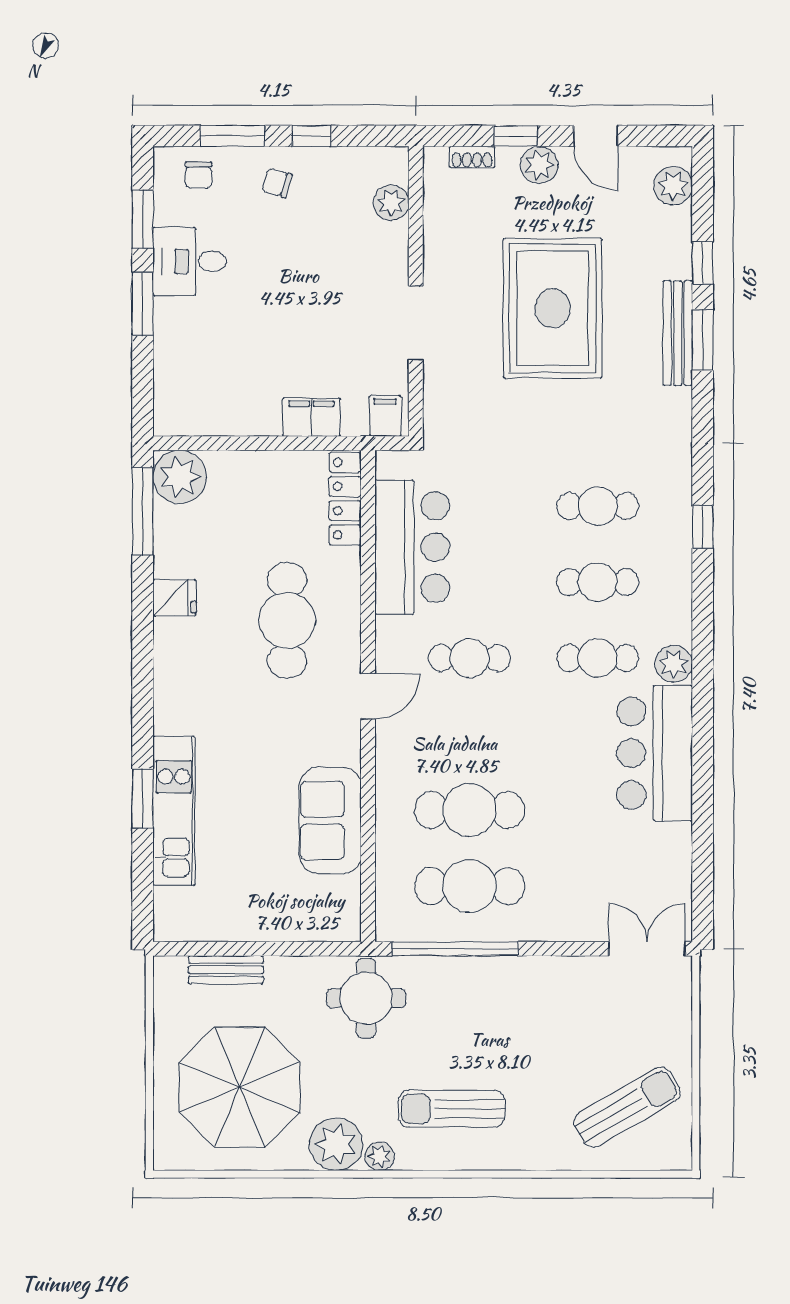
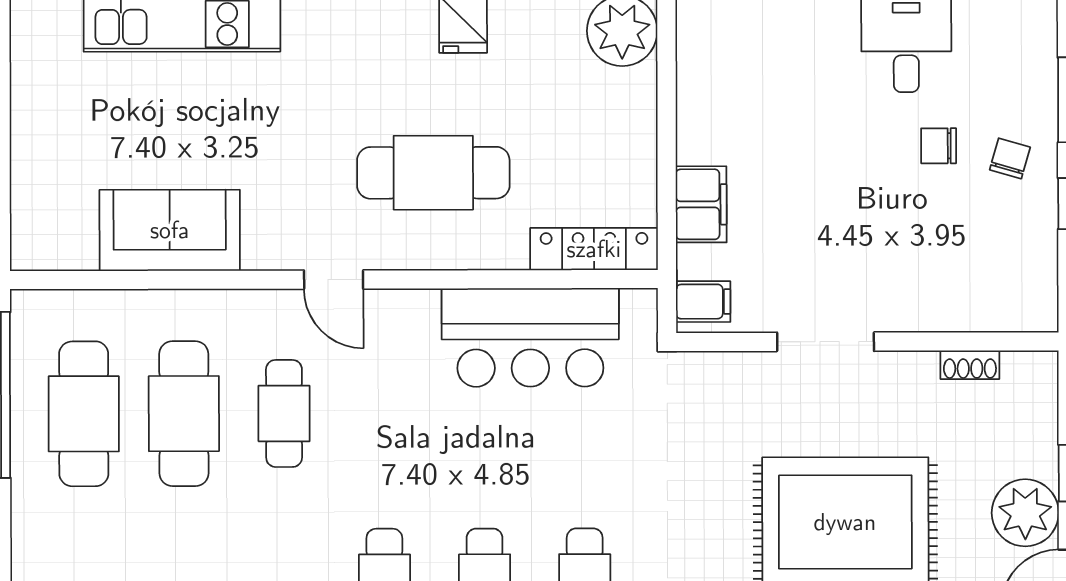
shoe rack: (472, 157) -> (970, 365), moved, turned -90
plant: (539, 165) -> (1025, 513), width x1.36, depth x1.36
chair: (199, 175) -> (939, 146), moved
plant: (391, 203) -> (984, 309), removed
cafe table: (469, 658) -> (284, 413), moved

